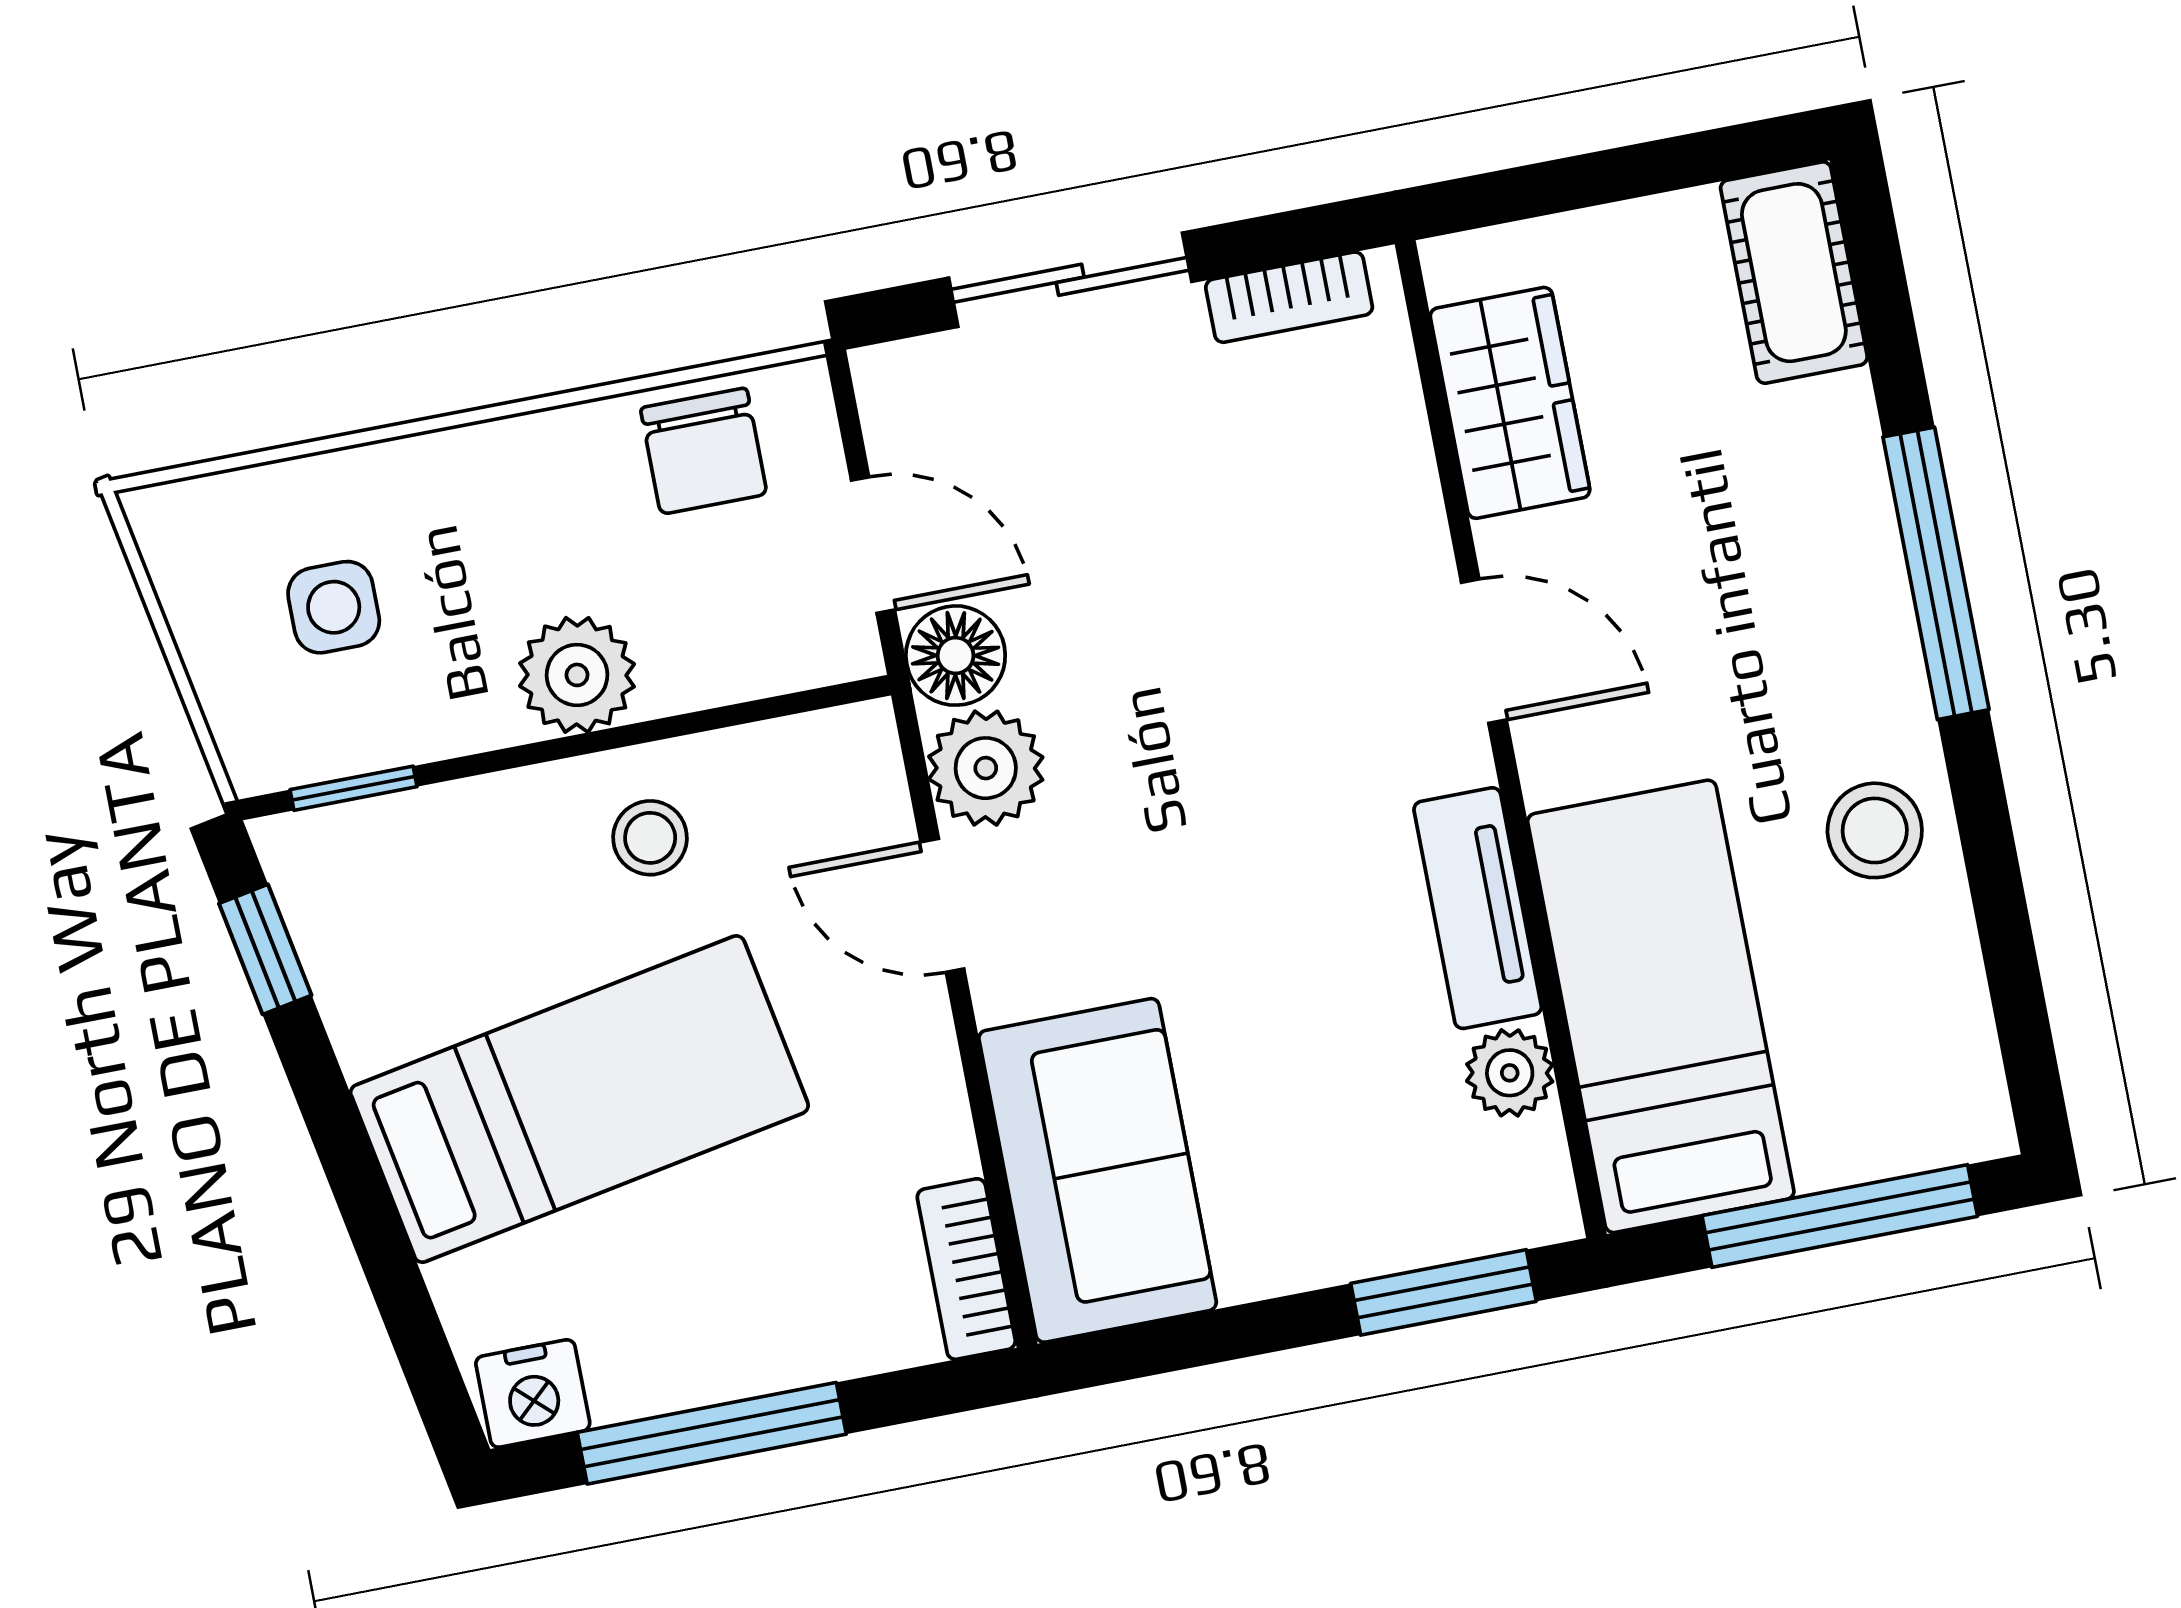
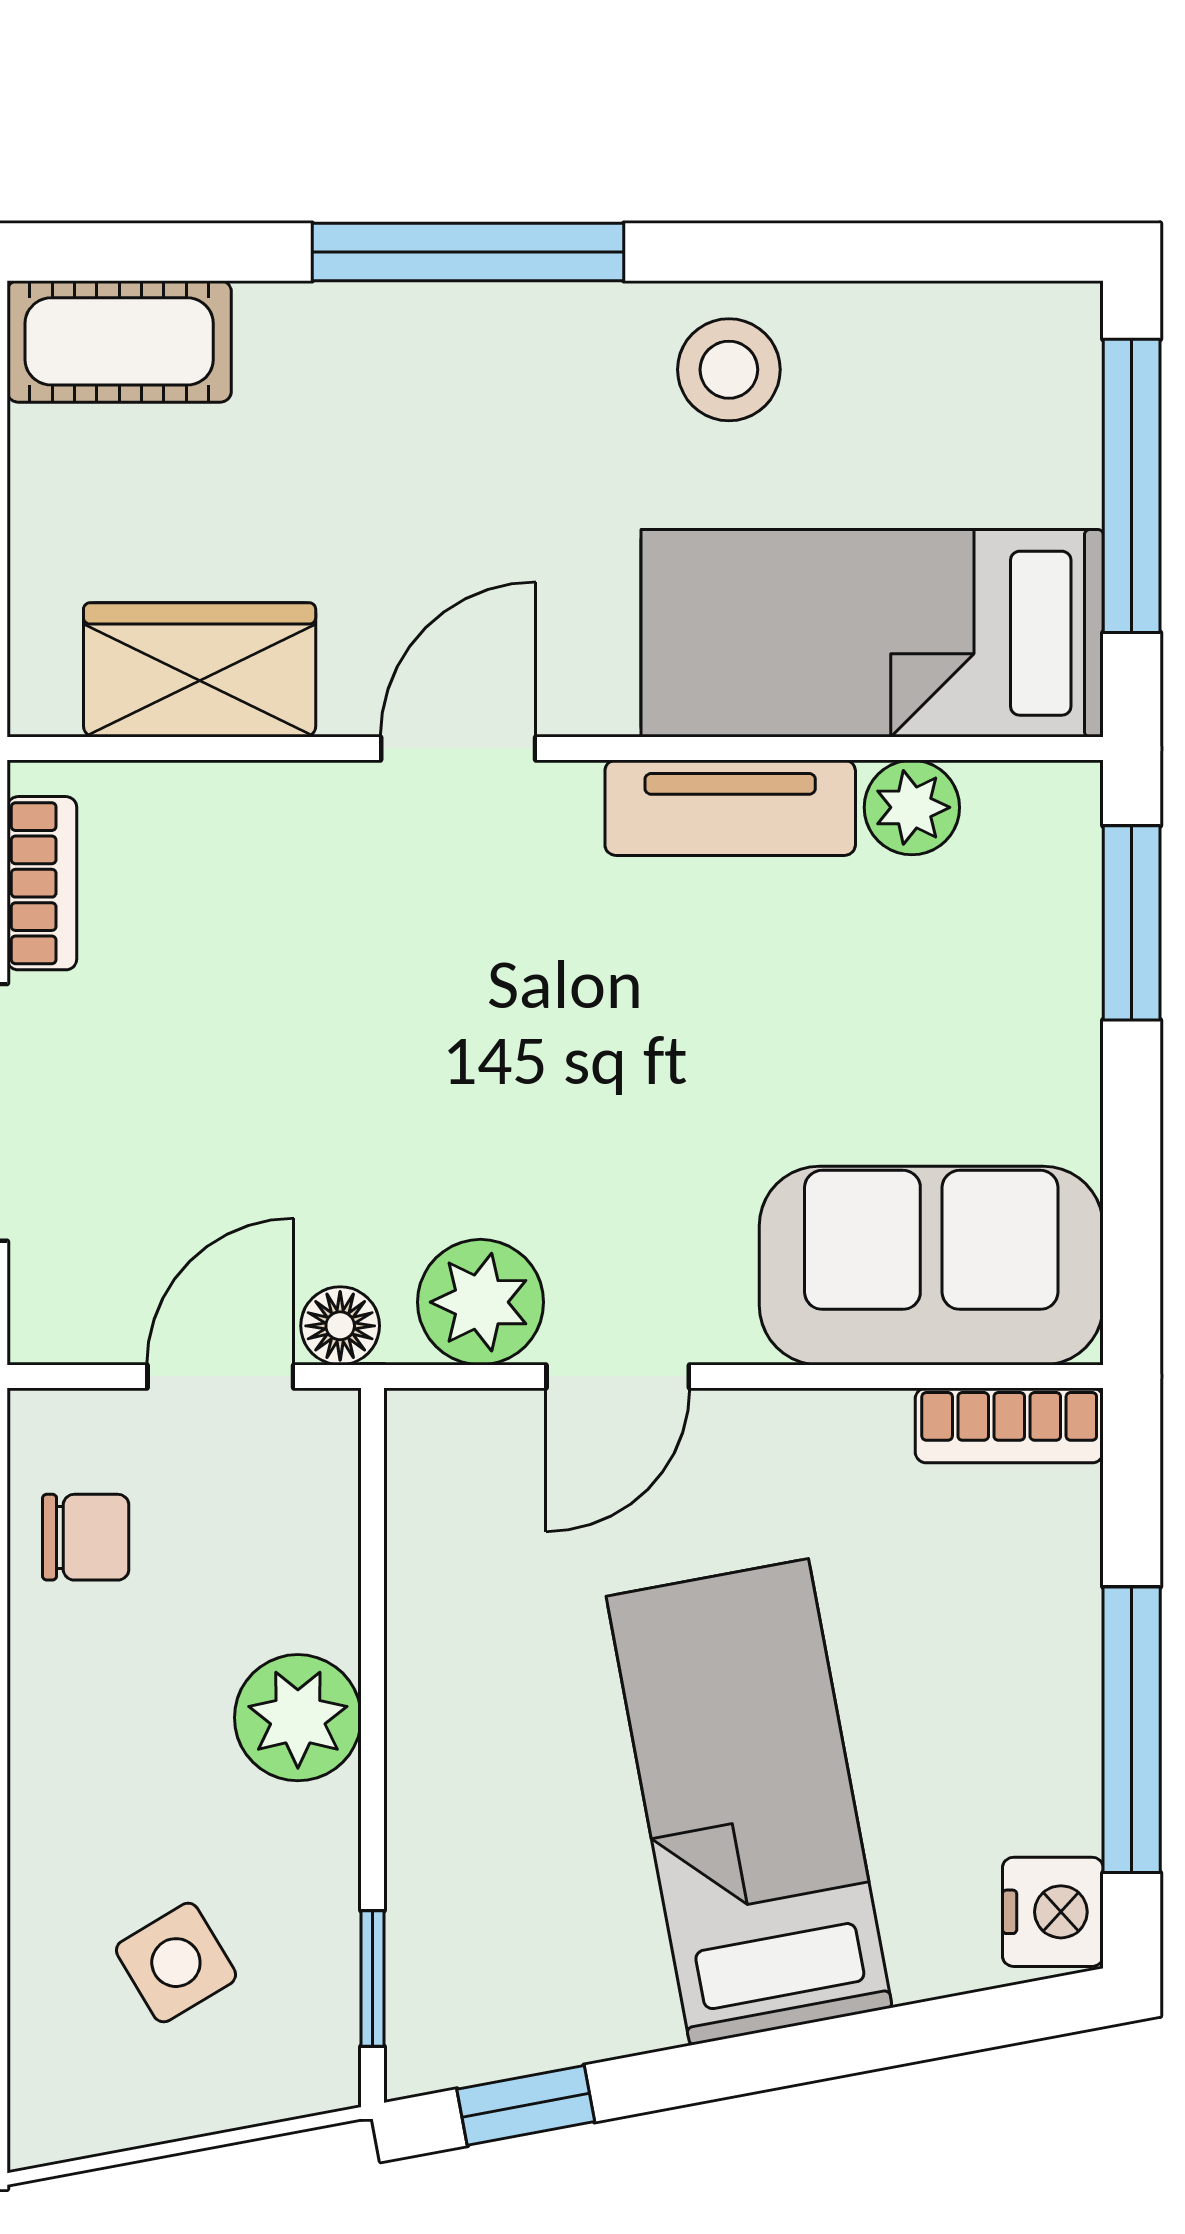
chair: (704, 451) -> (86, 1537), width x0.73, depth x0.73
side table: (334, 607) -> (176, 1963), turned -31
floor lamp: (956, 656) -> (340, 1326), width x0.73, depth x0.73
stool: (650, 838) -> (486, 1673), removed

